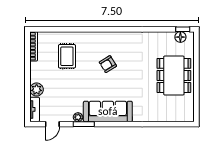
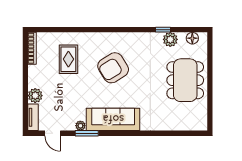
window: (183, 29) -> (163, 30), moved
plant: (160, 38) -> (170, 39), added
armchair: (108, 64) -> (113, 68), width x1.88, depth x1.88
door: (52, 124) -> (53, 133), hinge flipped

